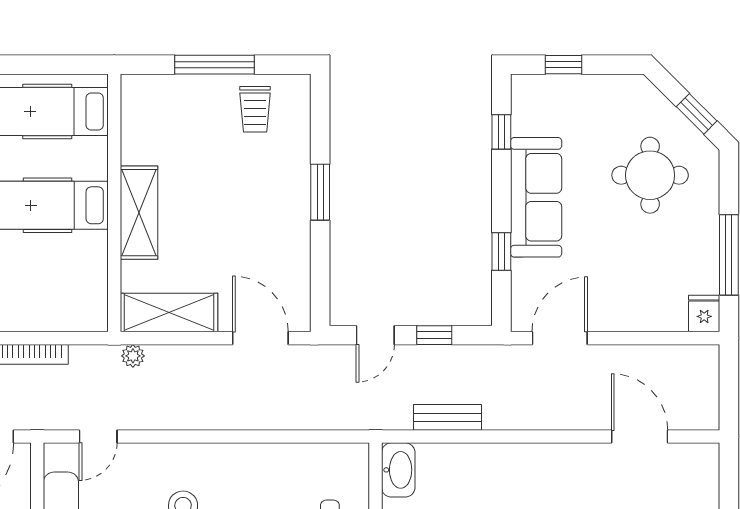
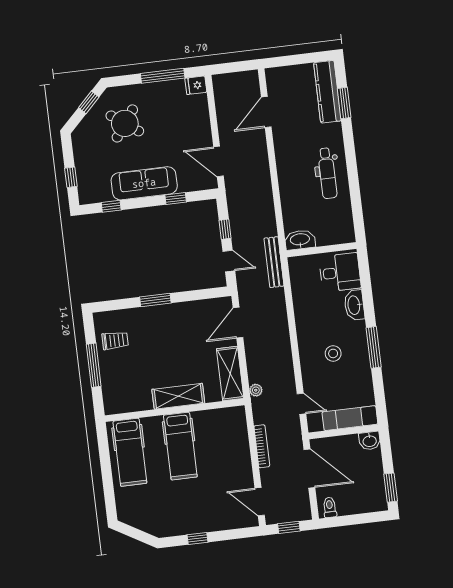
round table: (650, 175) -> (125, 123), turned 36
bench: (447, 417) -> (274, 262), moved, width x1.36

